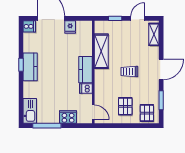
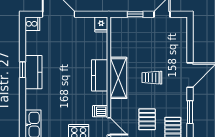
fridge: (70, 27) -> (101, 24), moved
shelving: (154, 34) -> (181, 33), removed
shelving: (101, 51) -> (118, 78), moved
dishwasher: (86, 89) -> (100, 111), moved

